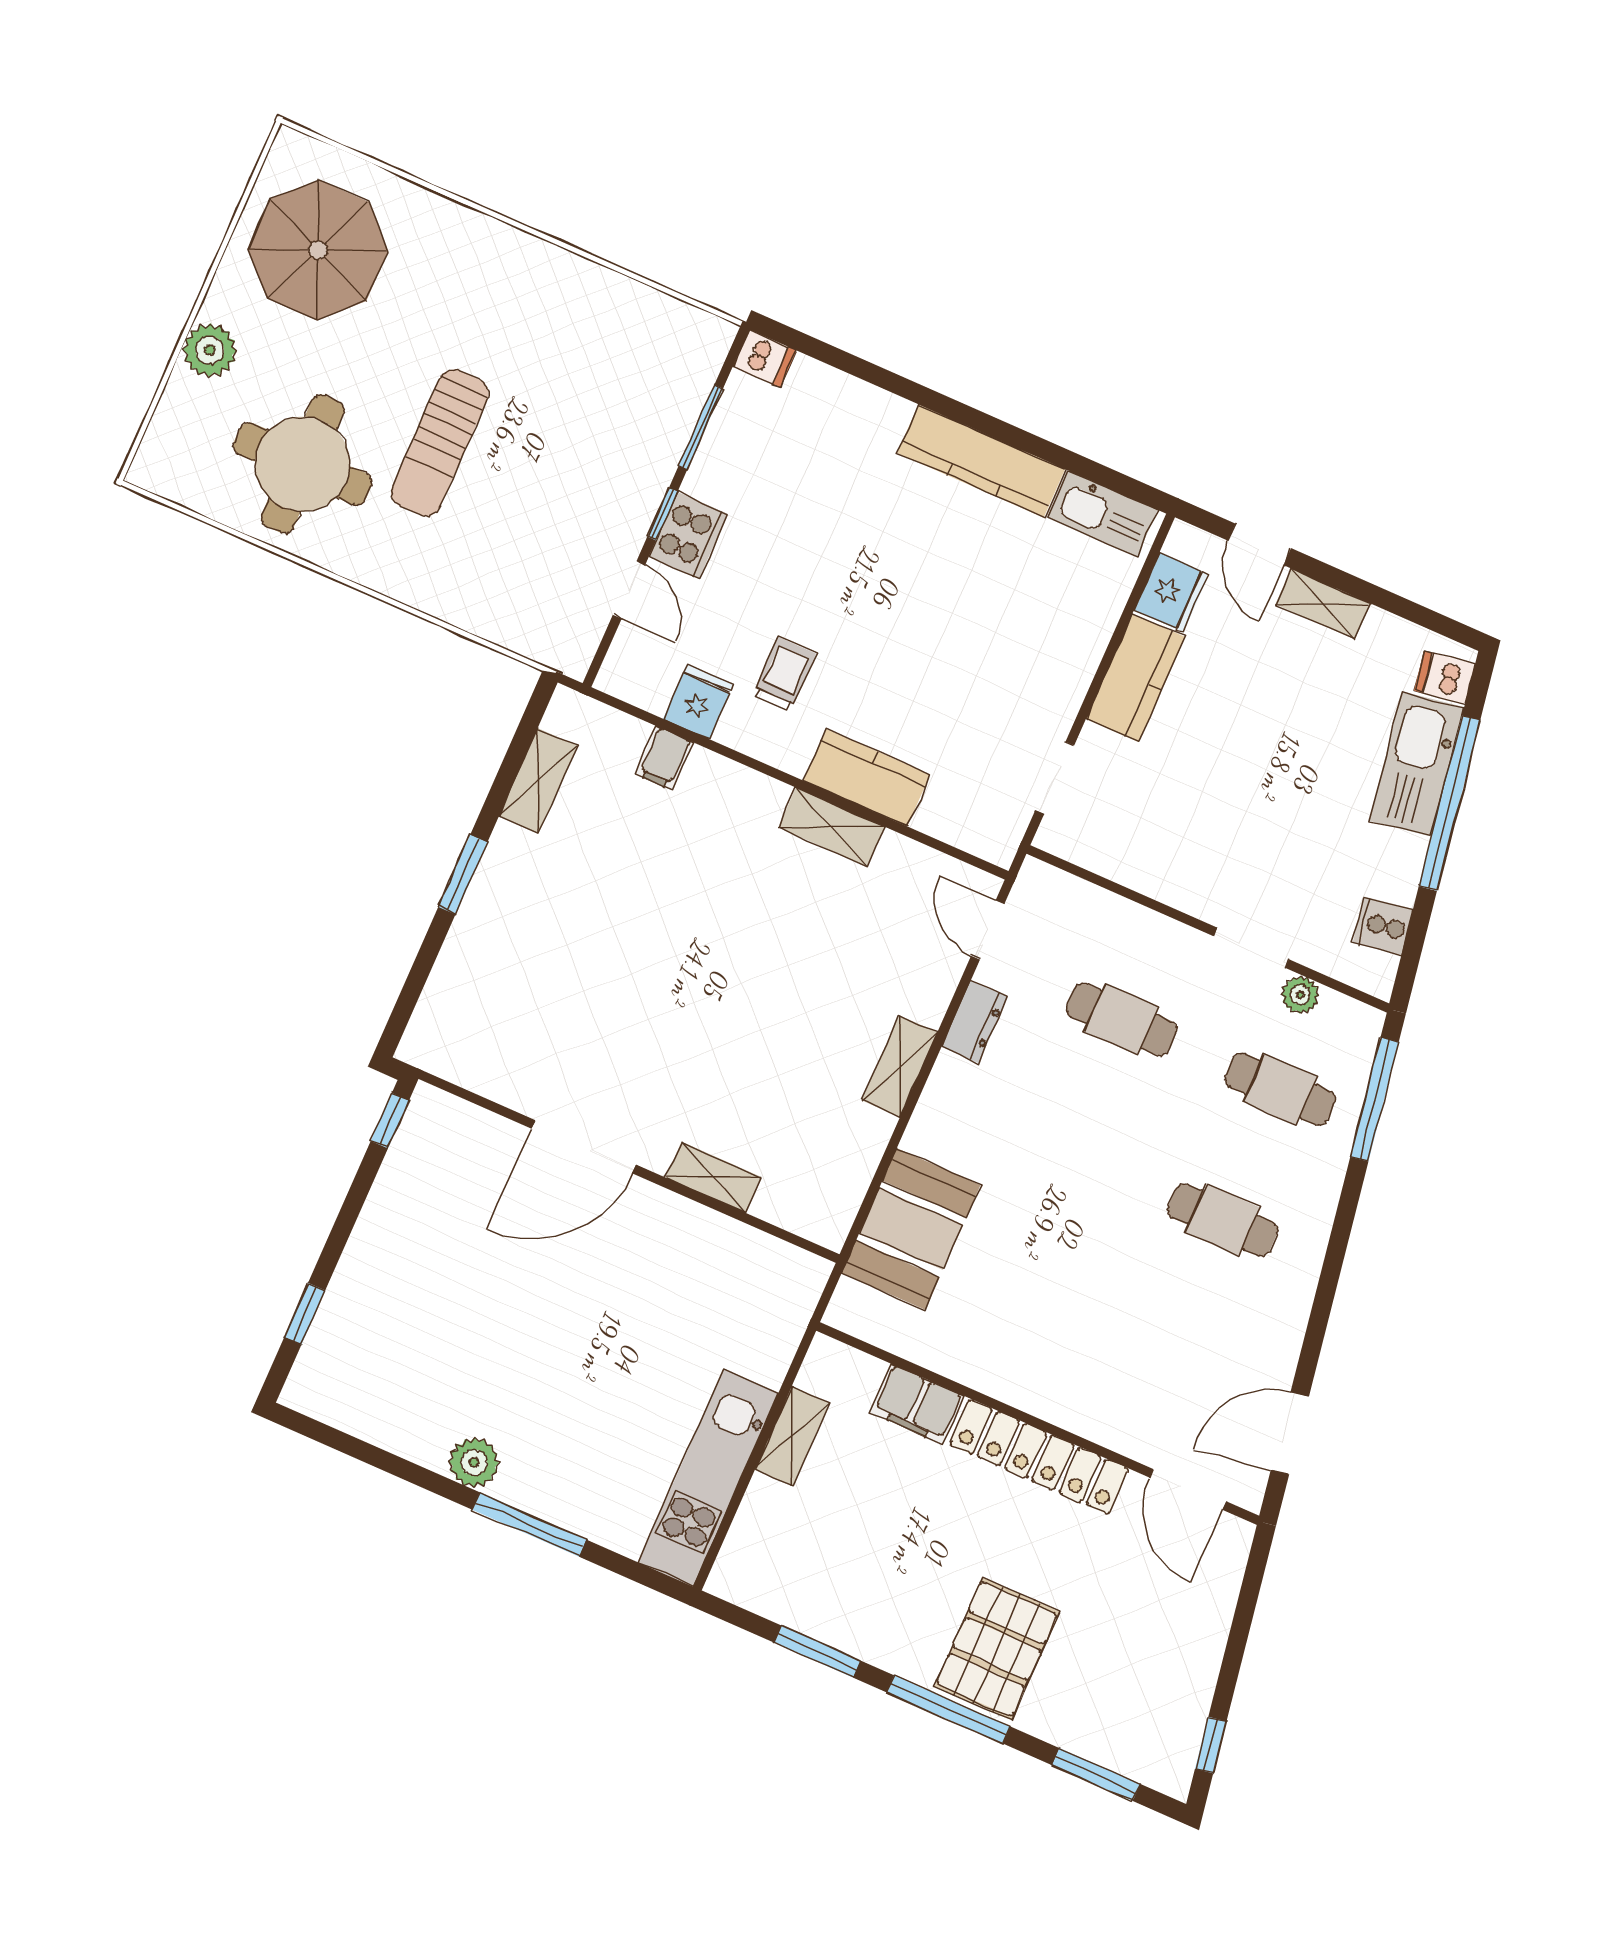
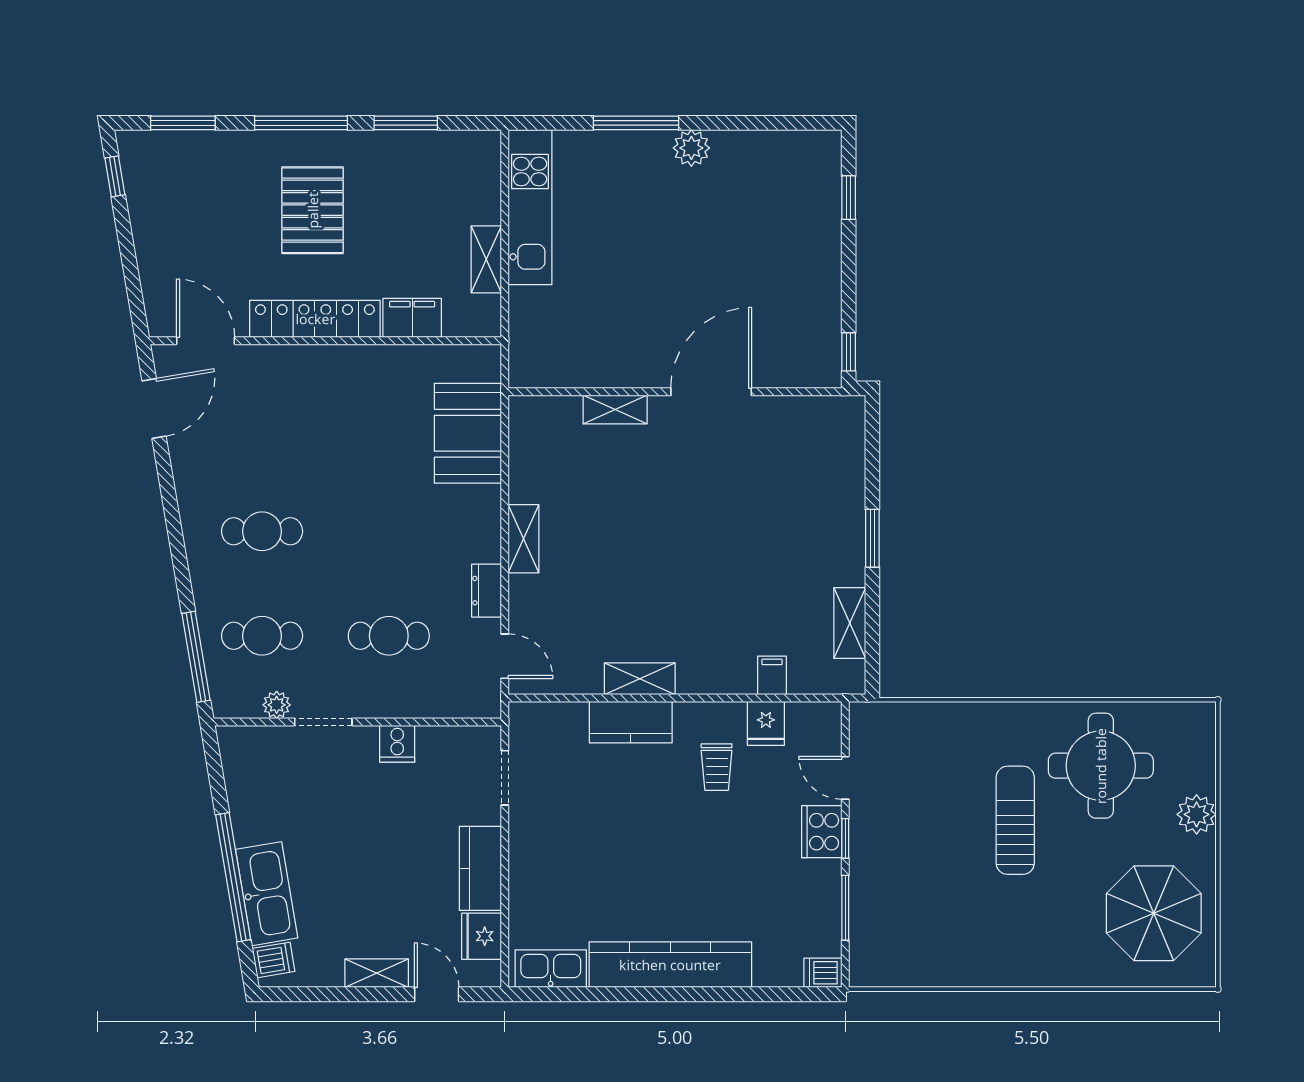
kitchen counter: (981, 461) -> (670, 965), width x1.39, depth x1.17
cooker: (1383, 926) -> (397, 744), moved, turned 100
pallet: (997, 1649) -> (313, 210), moved

